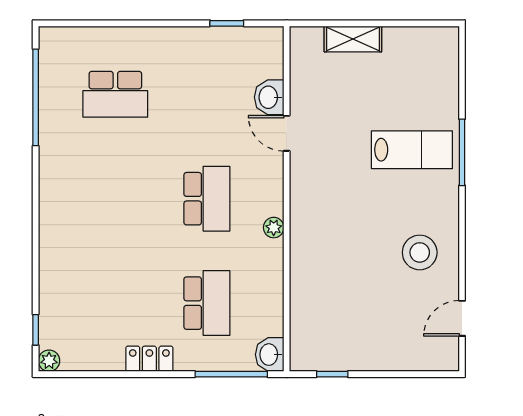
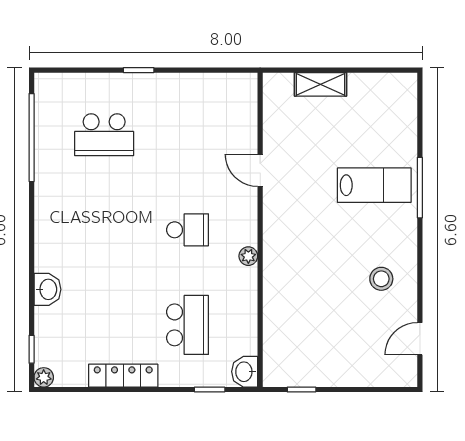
window: (227, 23) -> (139, 70), moved
washbasin: (269, 97) -> (47, 289), moved, turned 180
school desk: (207, 199) -> (188, 230), width x0.54
stool: (420, 252) -> (381, 279), width x0.73, depth x0.73
locker: (149, 359) -> (123, 376), width x1.53
window: (231, 374) -> (210, 390), width x0.46

